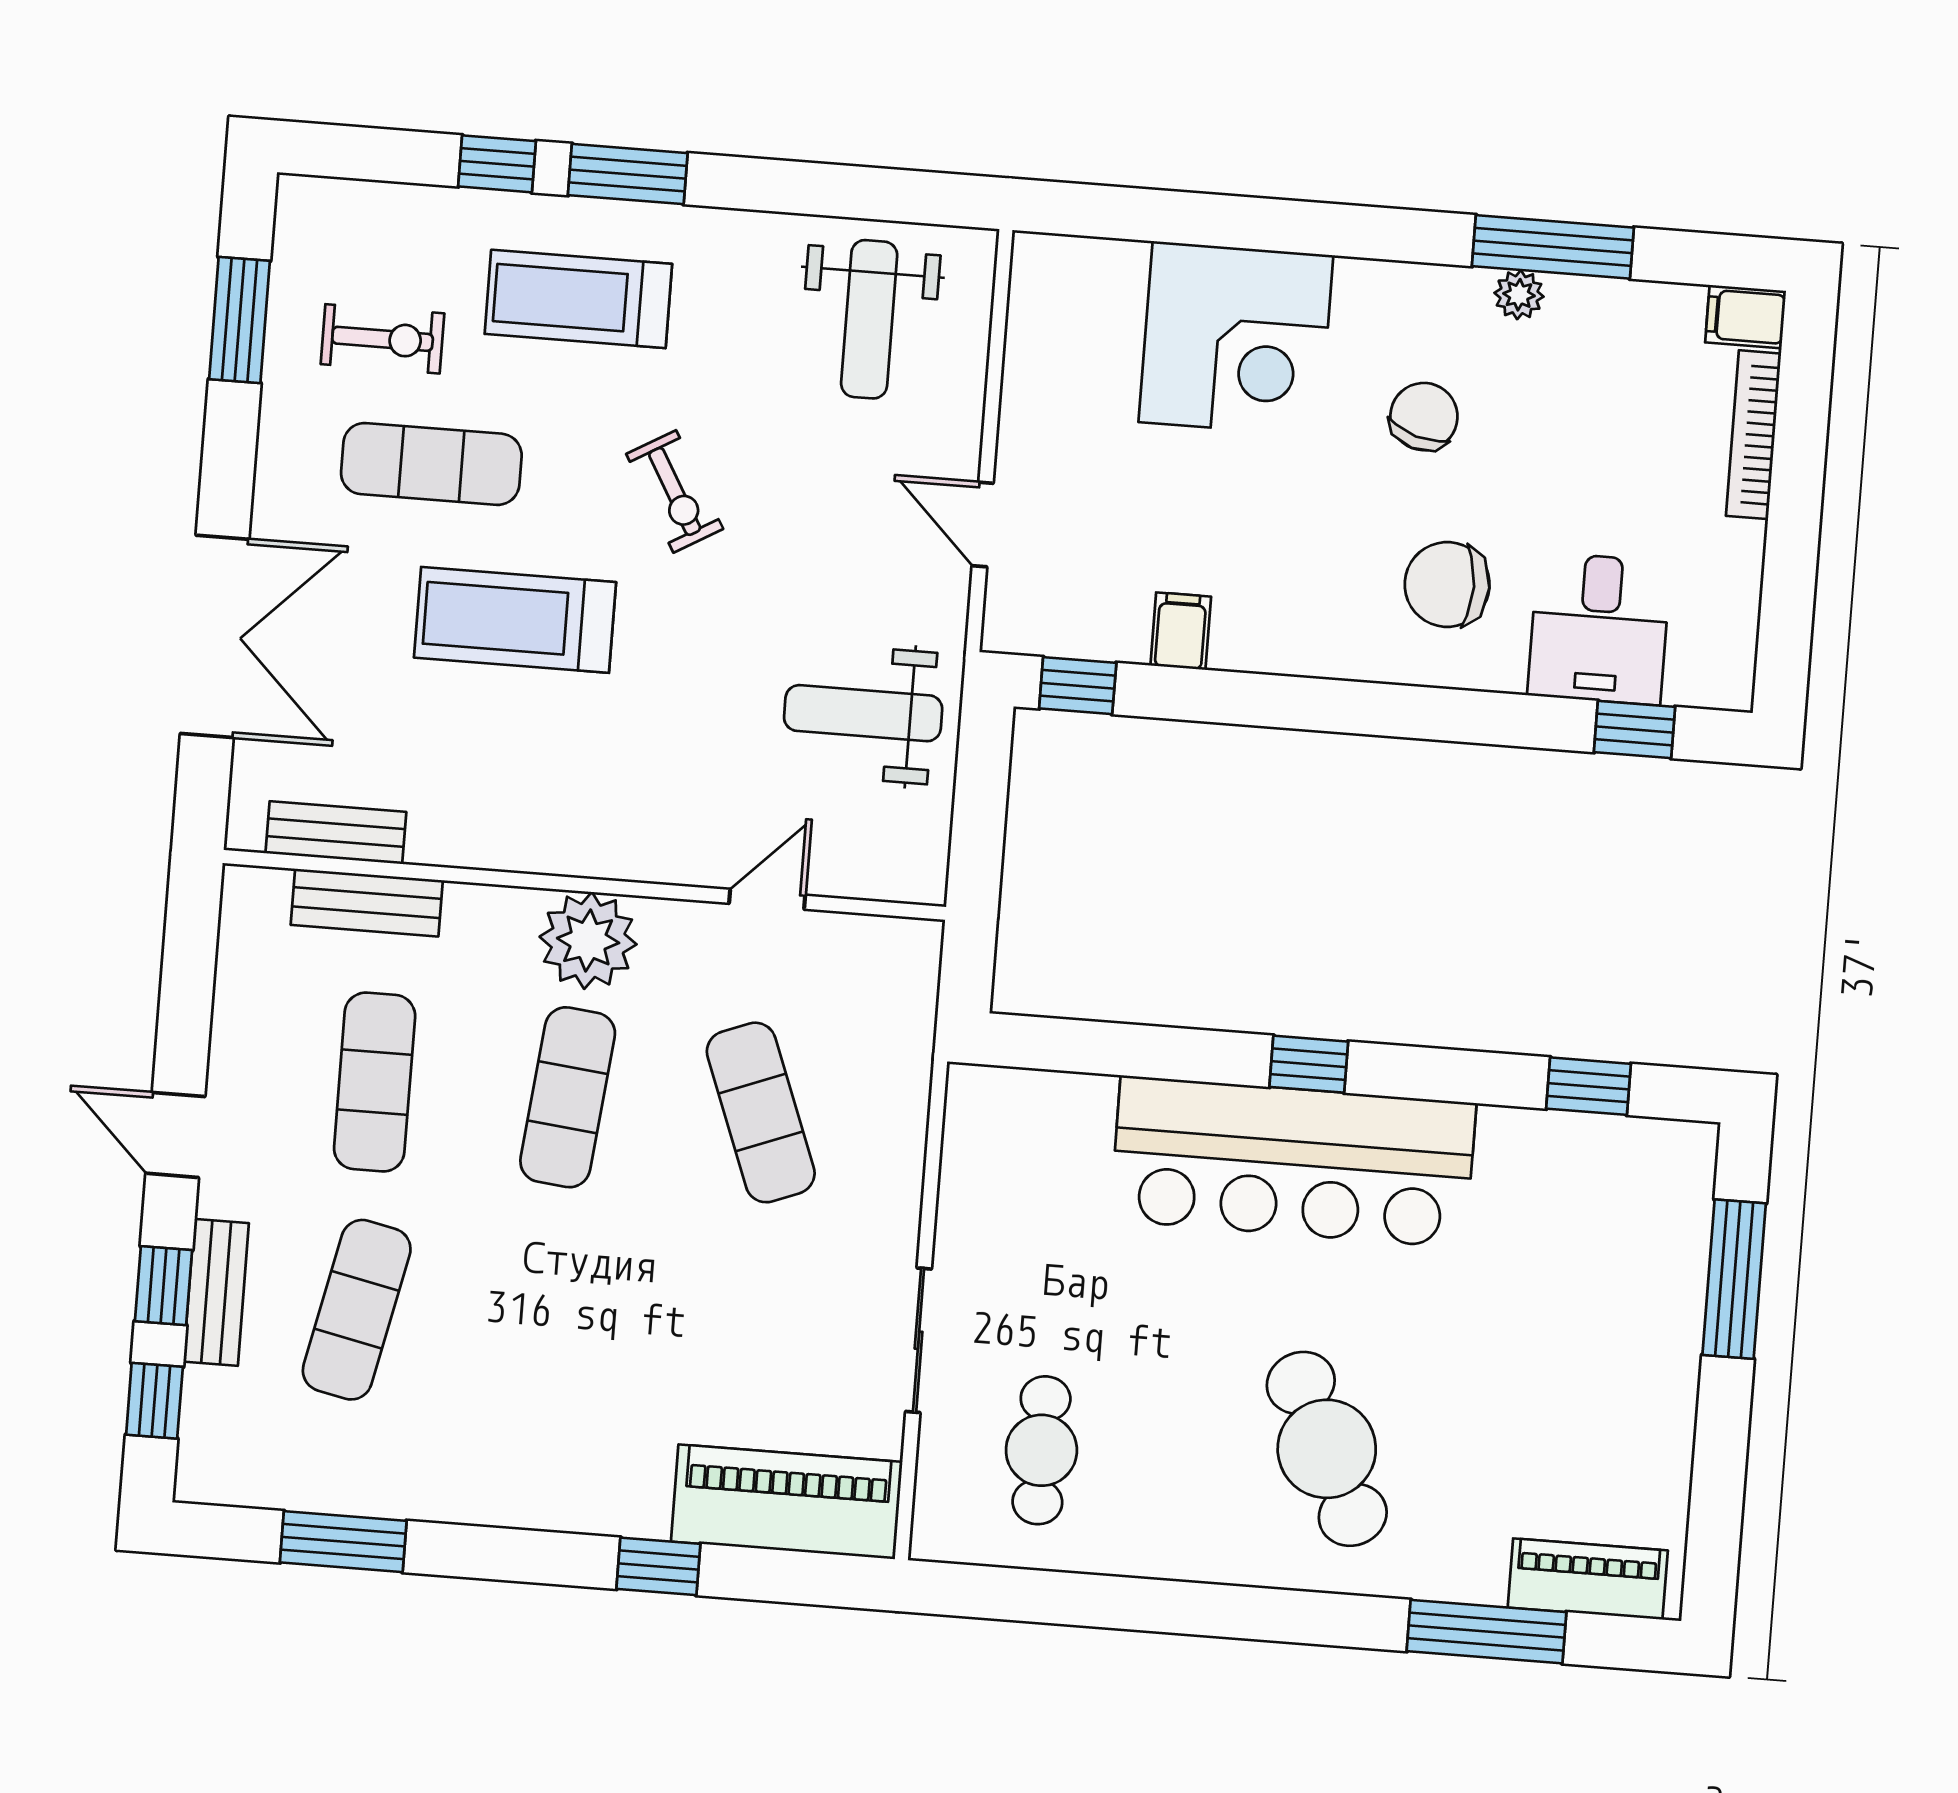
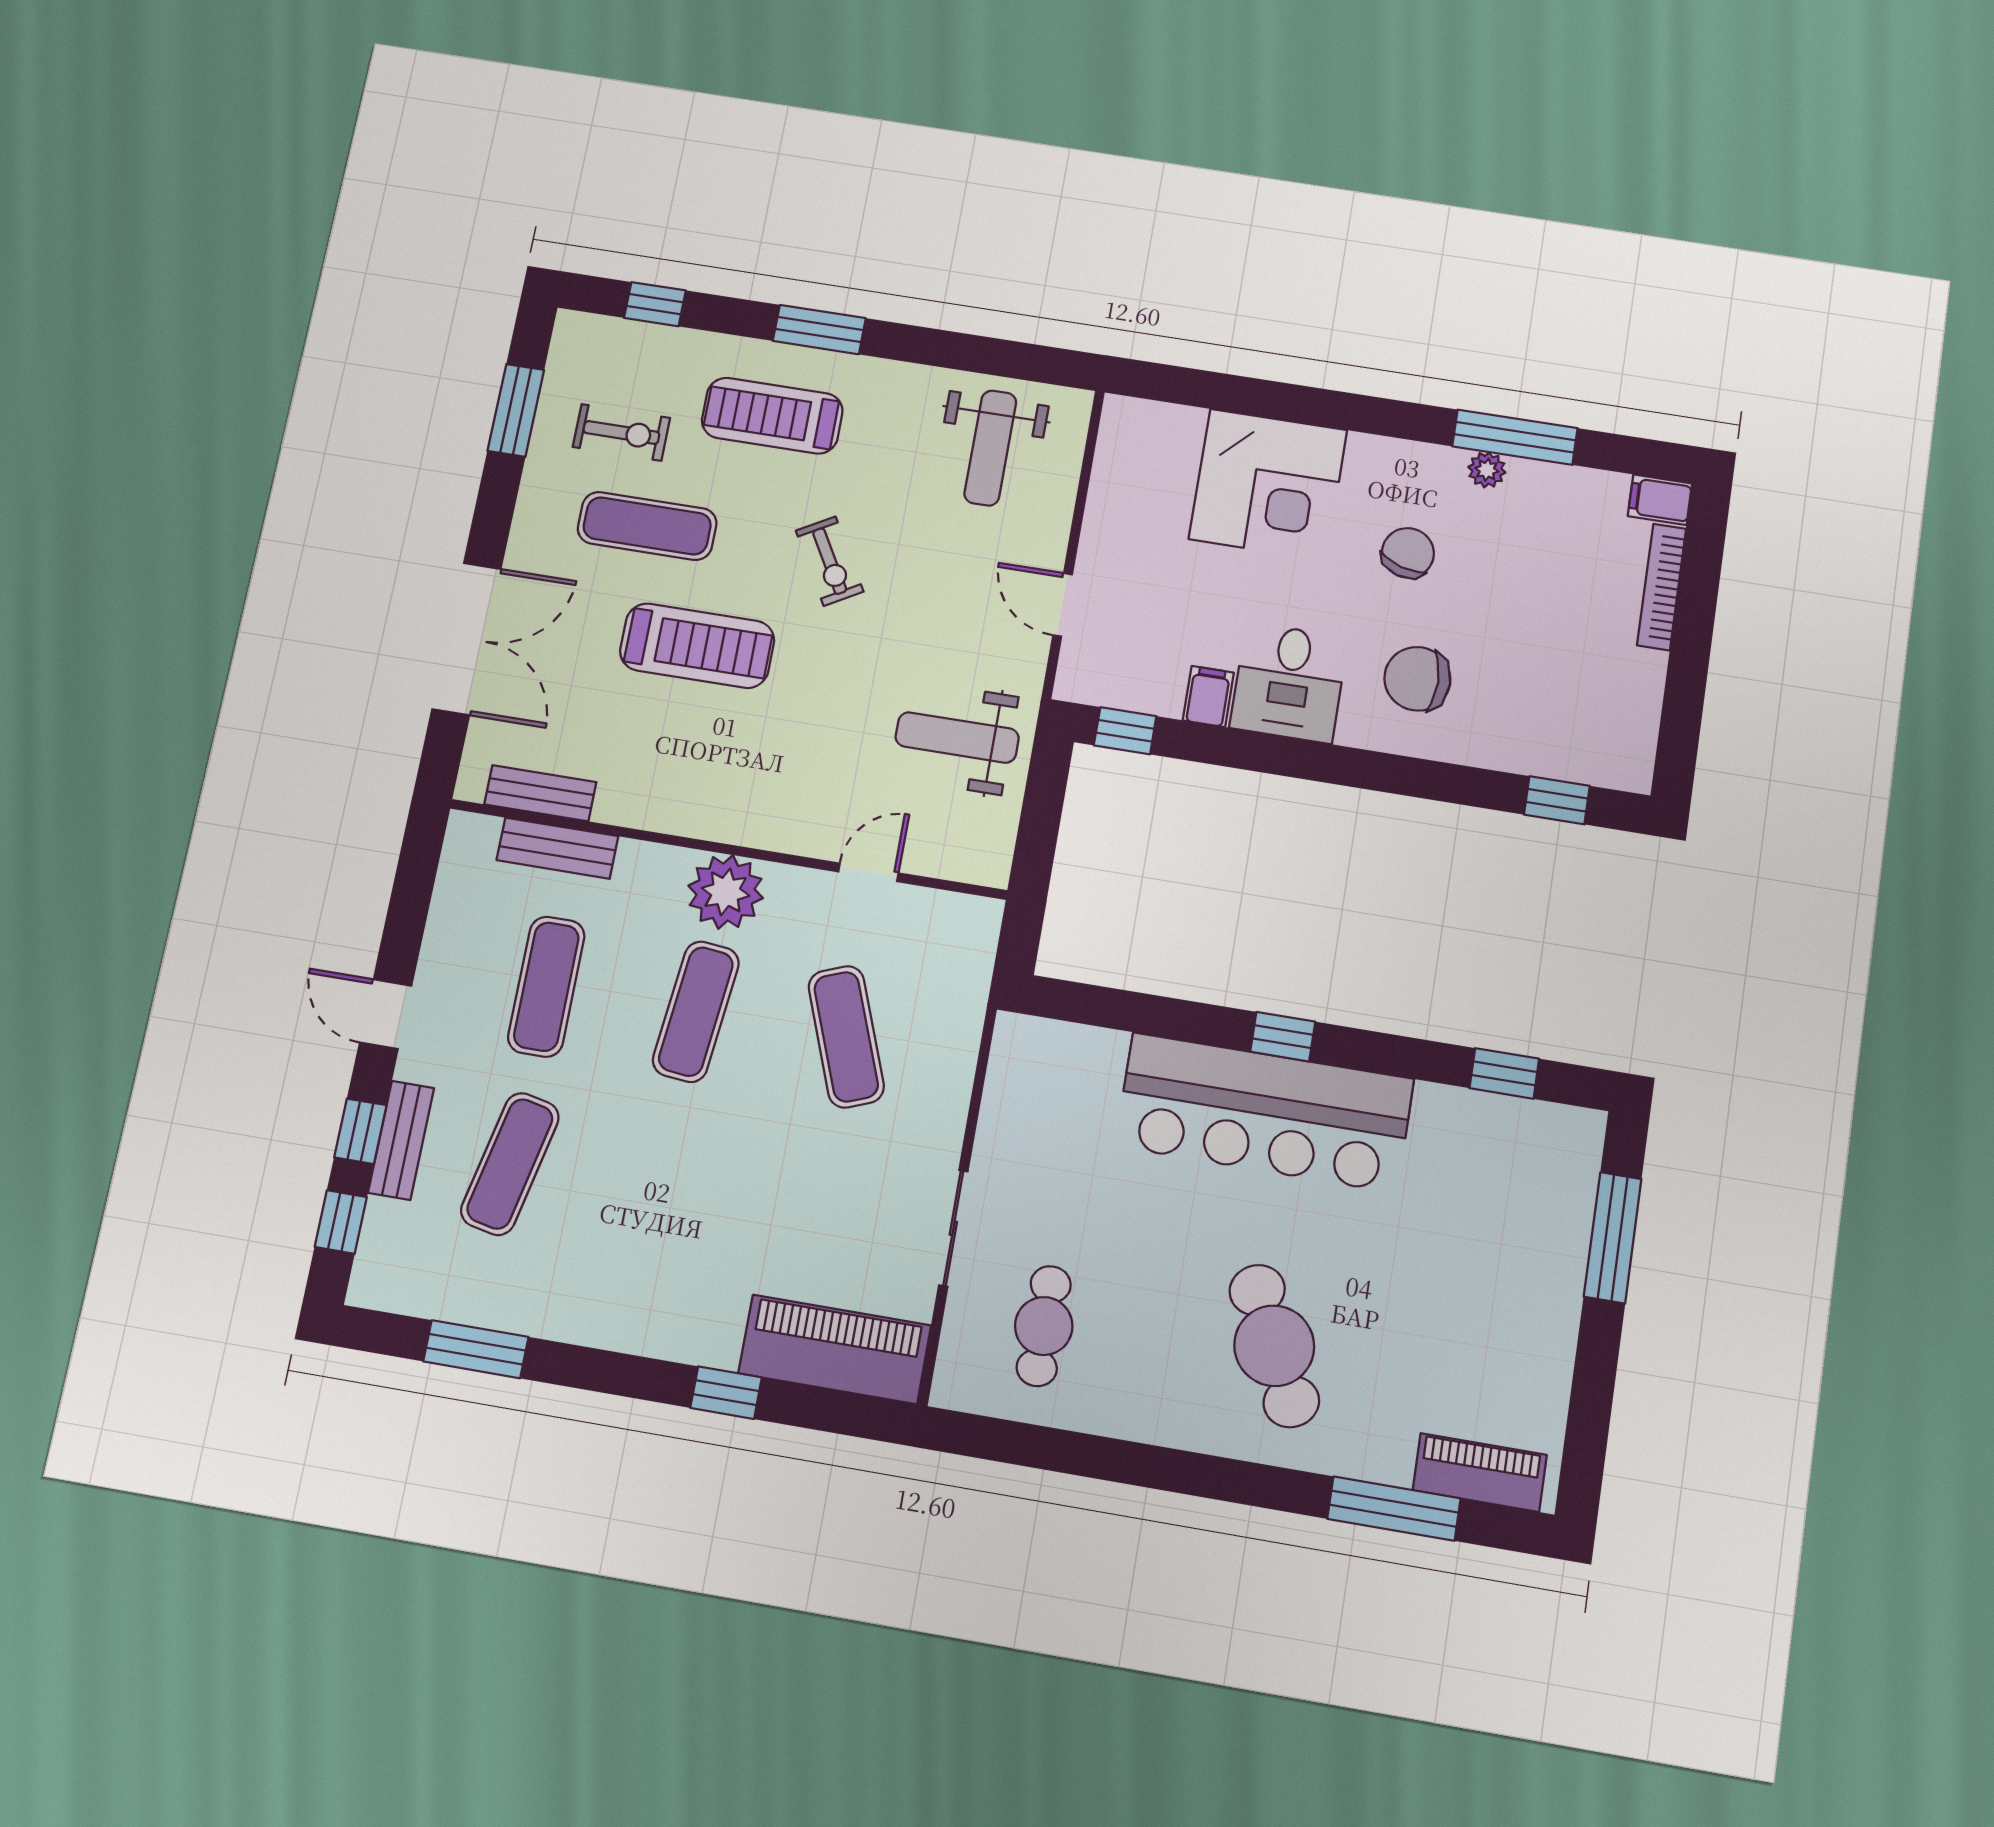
window: (497, 164) -> (655, 304), moved
treadmill: (515, 620) -> (697, 646), turned 180
desk: (1599, 629) -> (1289, 683), moved

